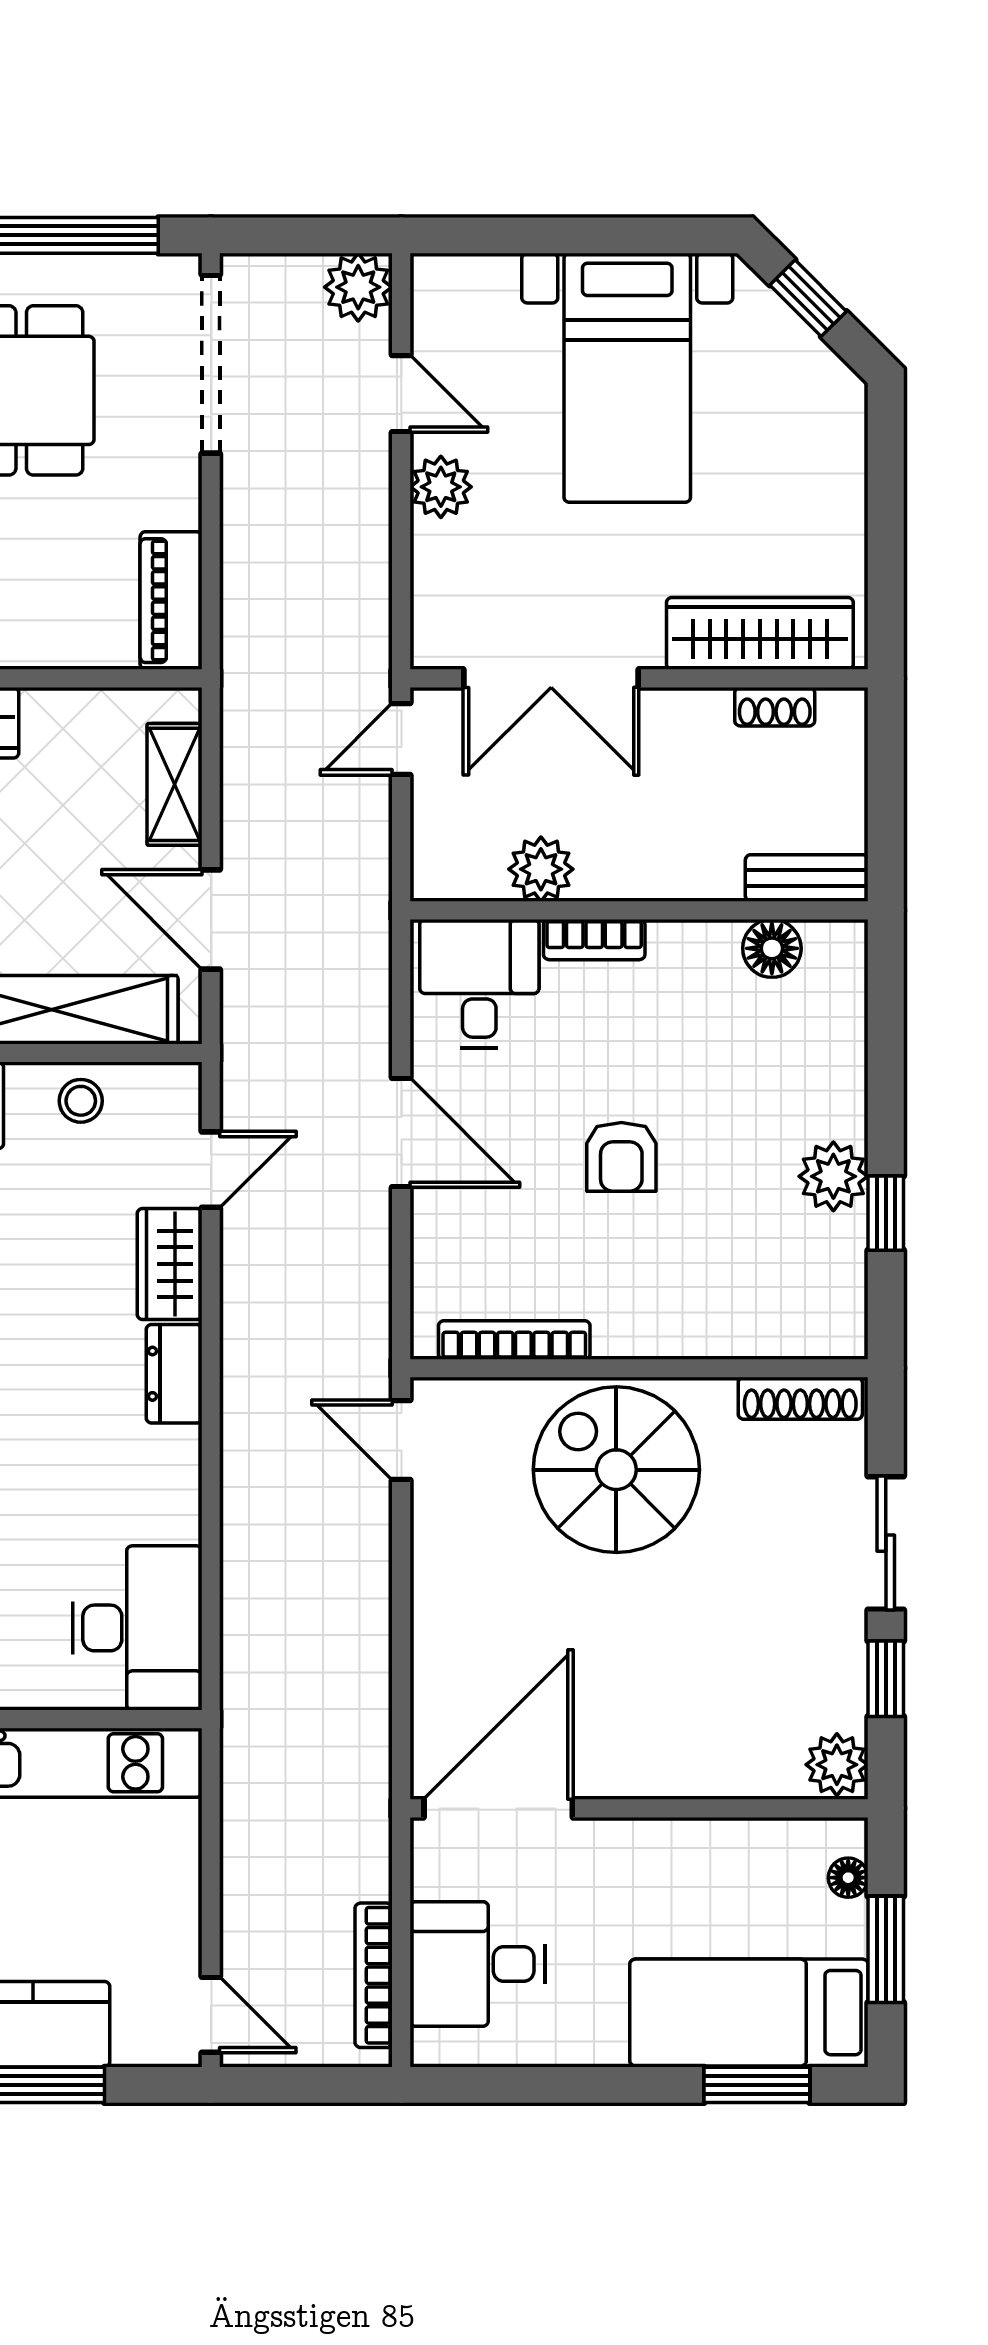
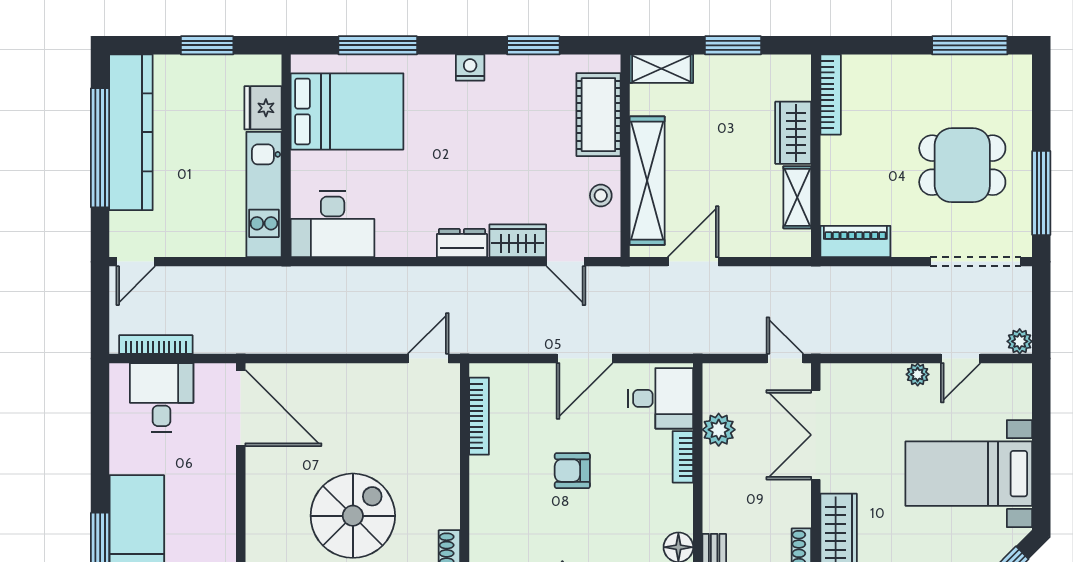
plant: (358, 287) -> (1020, 341), width x0.73, depth x0.73
plant: (441, 487) -> (918, 374), width x0.73, depth x0.73
shelving: (174, 784) -> (797, 197), moved, turned 90
spiral stairs: (616, 1470) -> (353, 516), moved

